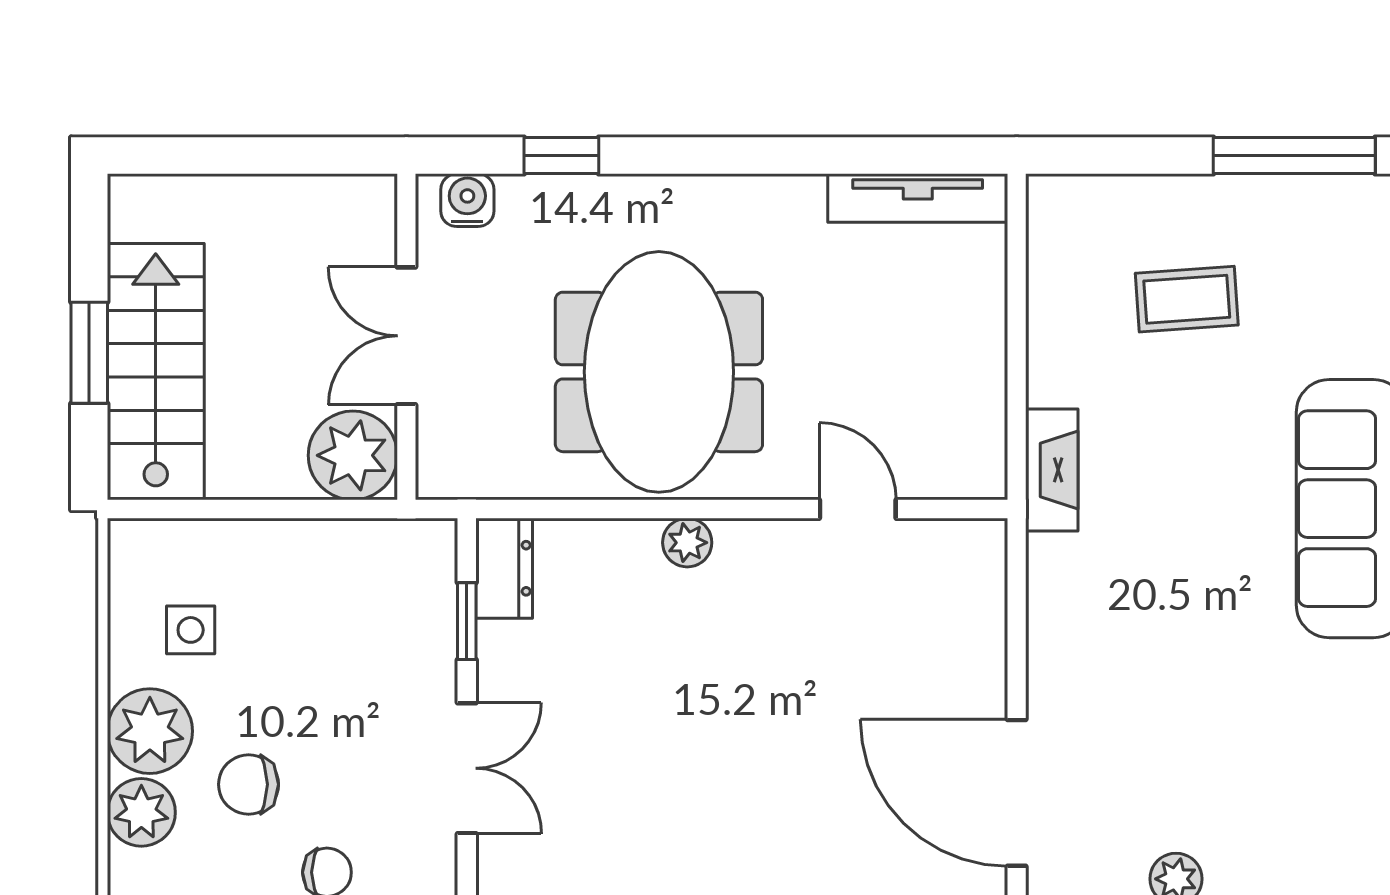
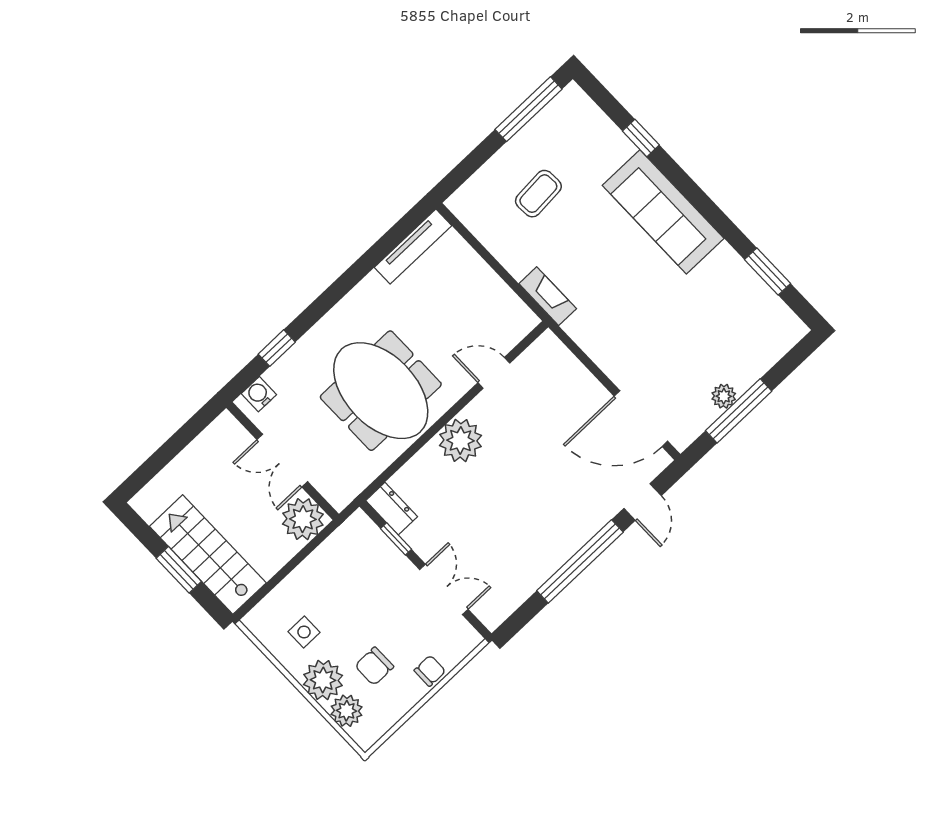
plant: (687, 543) -> (460, 440), width x1.88, depth x1.88

